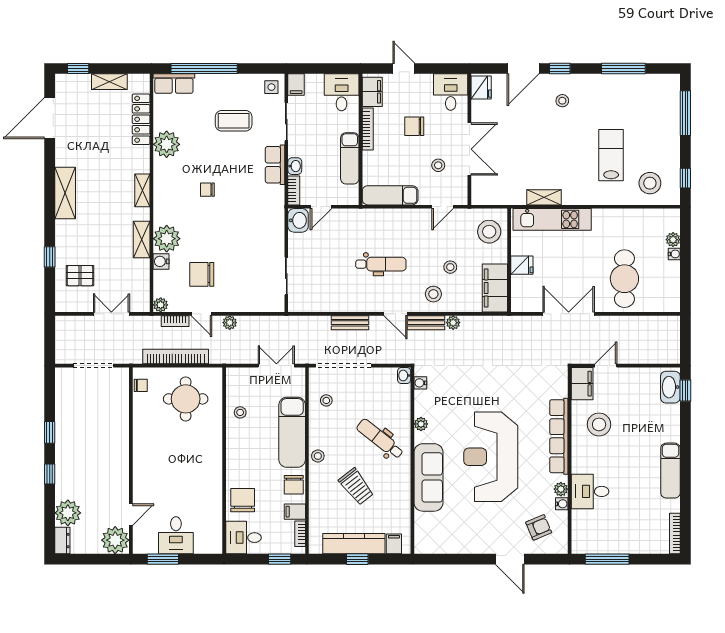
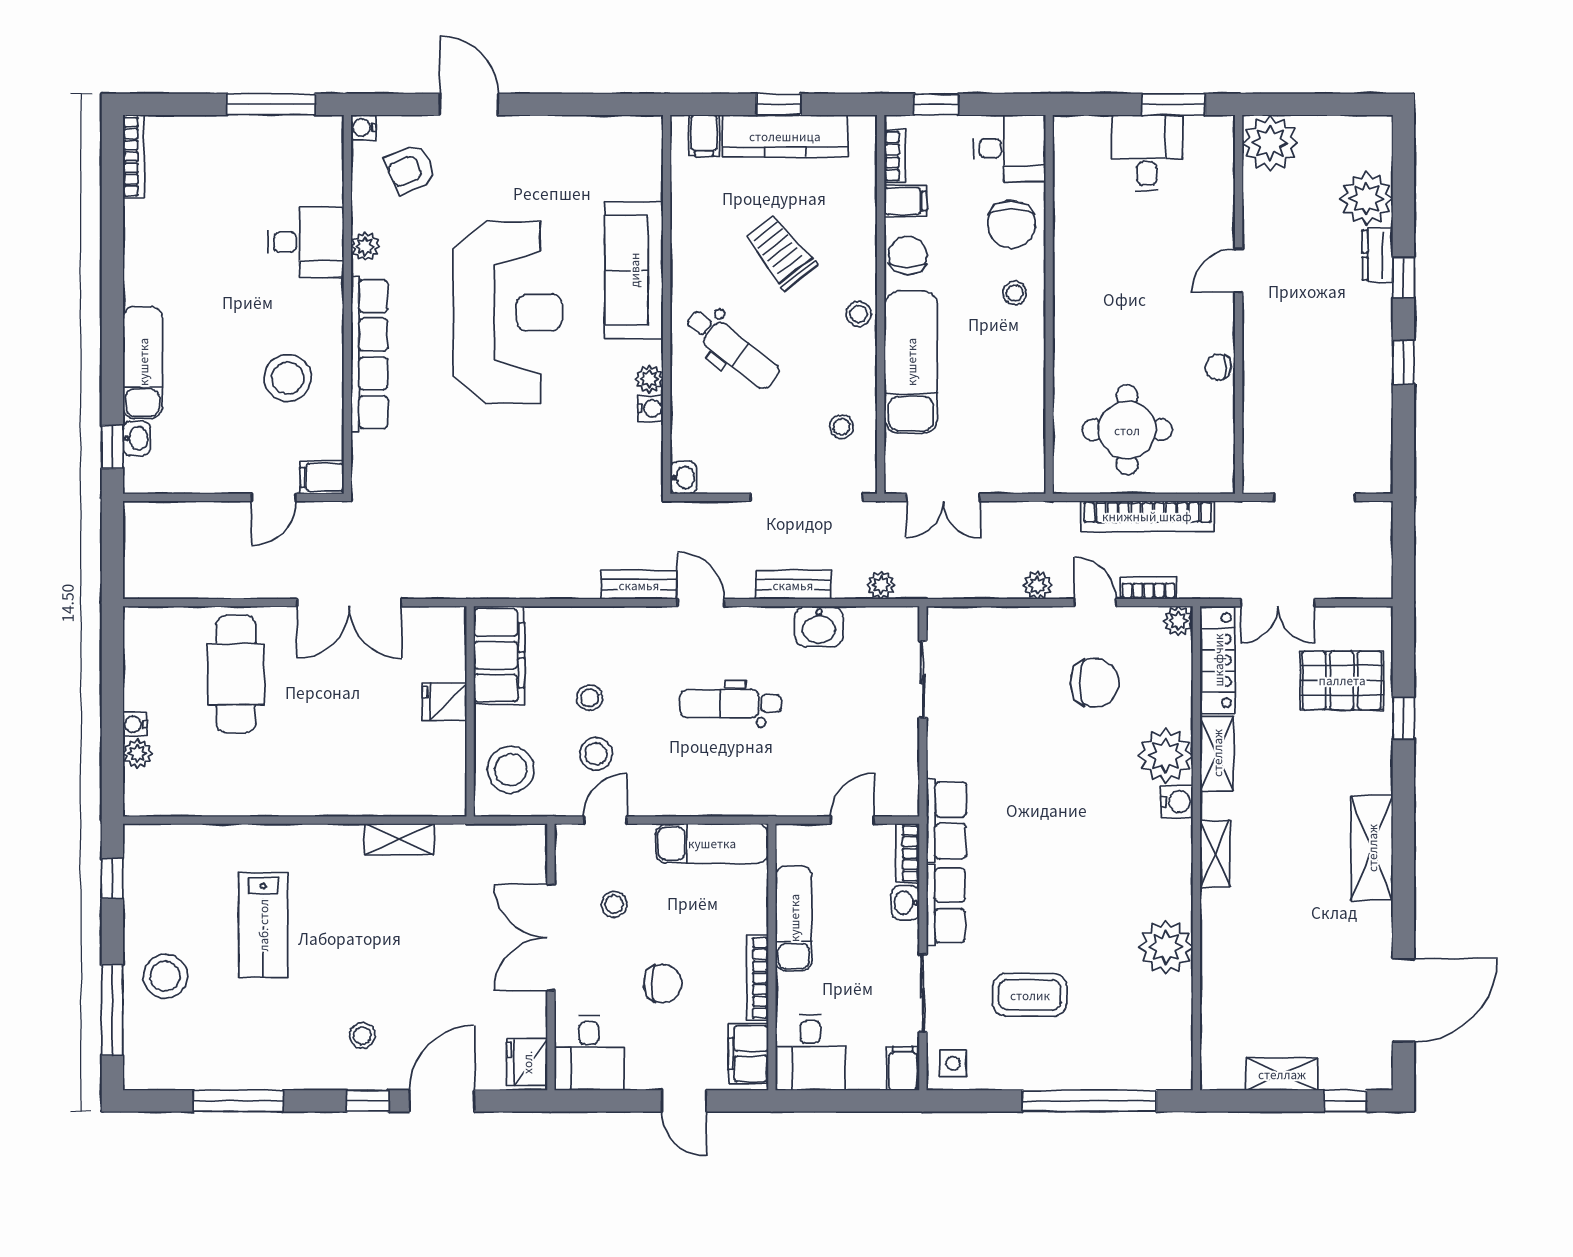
row of seats: (174, 84) -> (946, 820), moved, turned 90
locker: (141, 119) -> (1218, 660), moved
stool: (650, 183) -> (165, 976), moved
chair: (207, 190) -> (1083, 855), removed
kitchen unit: (552, 219) -> (383, 794), removed
washbasin: (298, 220) -> (819, 627), moved, turned -90
water cooler: (161, 261) -> (1177, 802), moved
pallet: (80, 276) -> (1342, 680), width x1.50, depth x1.42
stool: (433, 294) -> (596, 754), moved
plant: (453, 323) -> (881, 585), moved
water cooler: (420, 383) -> (650, 408), moved
filing cabinet: (582, 384) -> (322, 477), width x0.50
chair: (141, 385) -> (1218, 367), moved
washbasin: (670, 387) -> (137, 438), width x0.52, depth x0.69
stool: (240, 412) -> (1015, 293), moved
exam couch: (670, 471) -> (143, 362), moved
water cooler: (562, 504) -> (363, 128), moved
door: (131, 515) -> (1239, 271), moved
dresser: (62, 541) -> (1378, 255), moved

